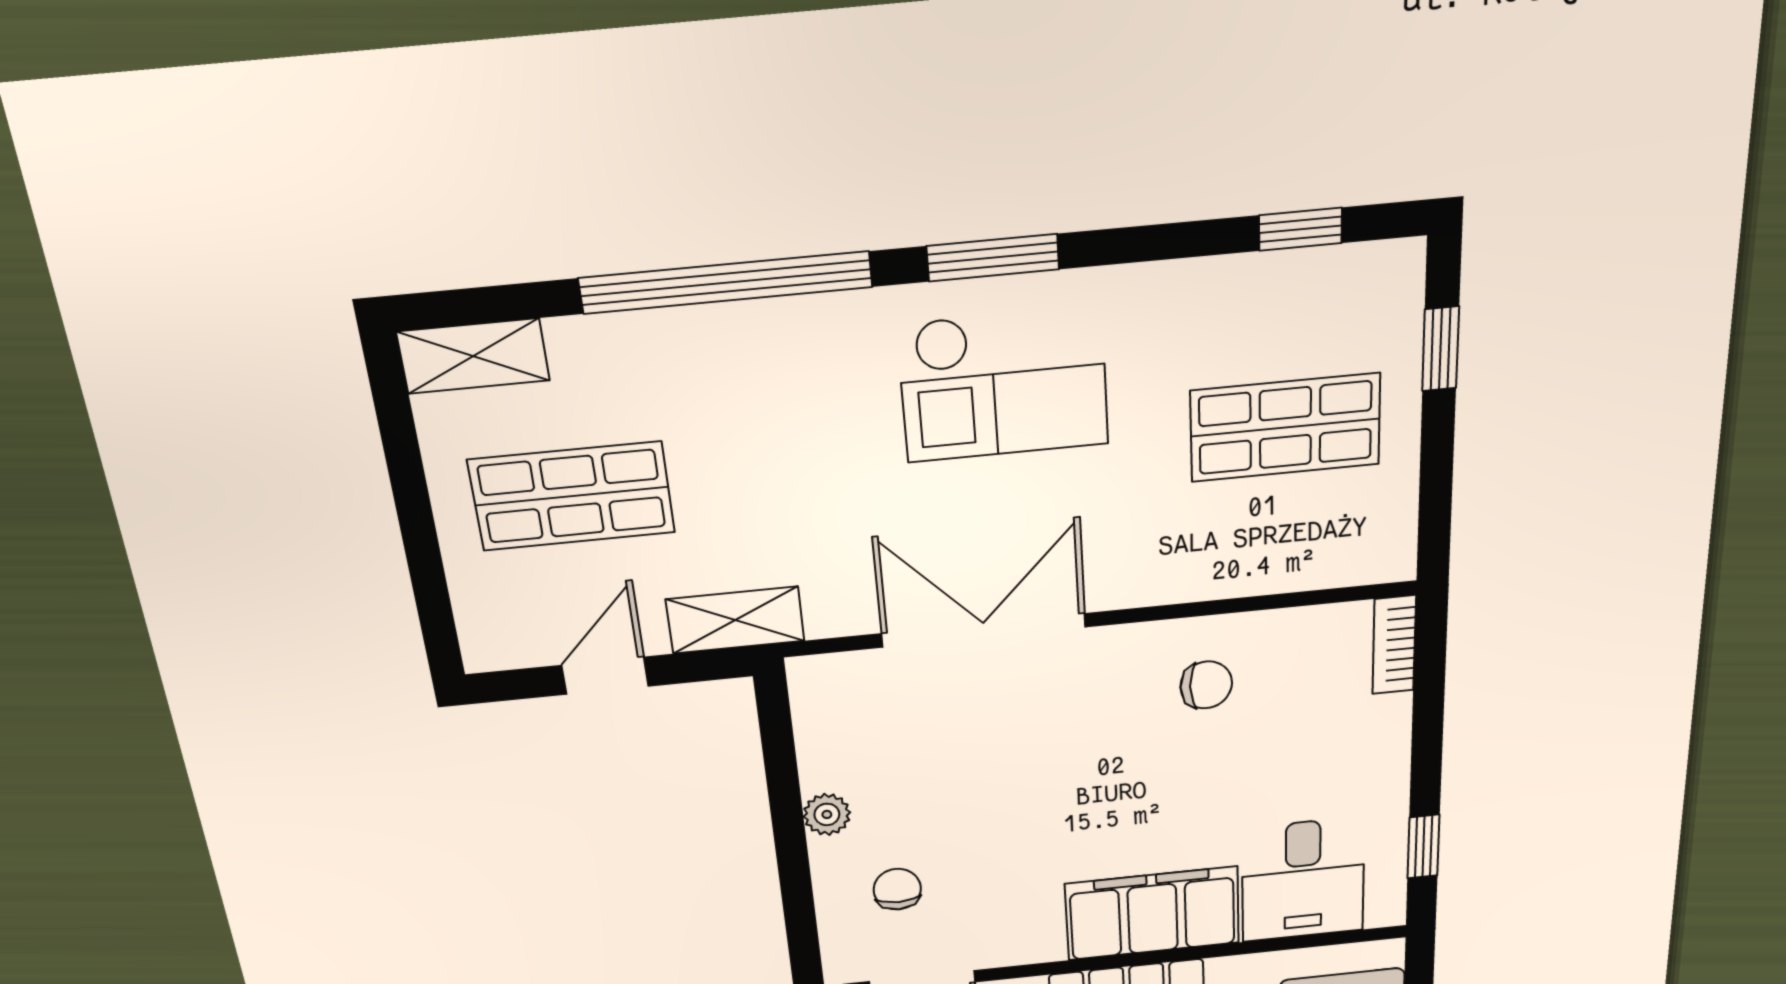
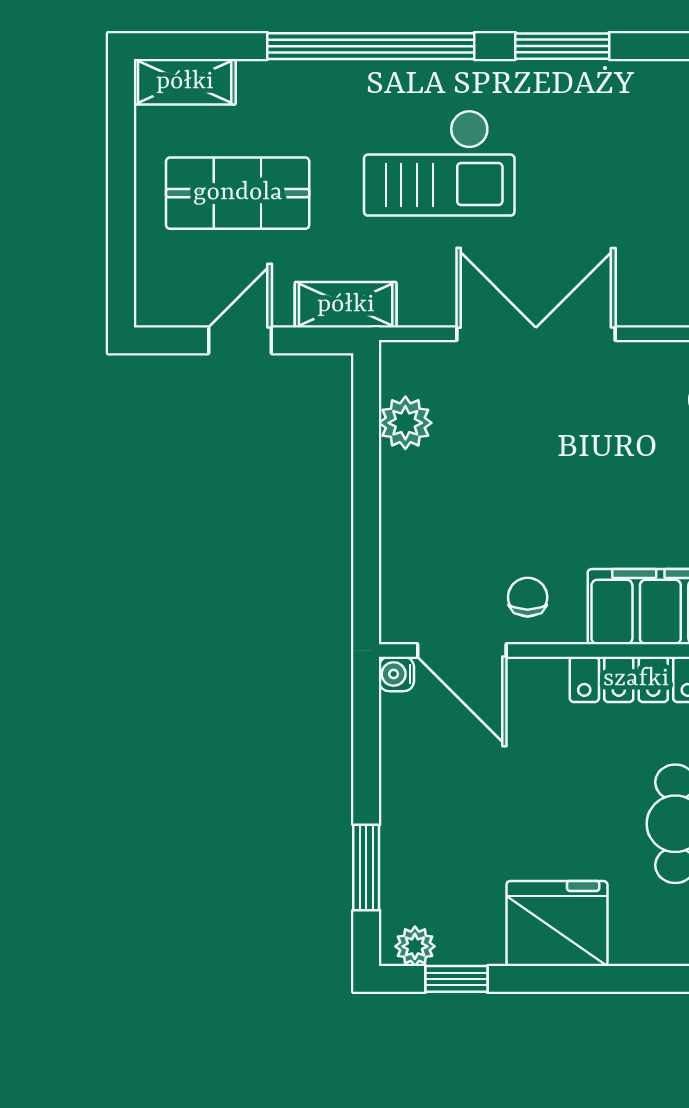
checkout: (1004, 384) -> (439, 163), moved
plant: (827, 814) -> (405, 423), moved, width x1.38, depth x1.38
chair: (897, 889) -> (528, 597), moved

